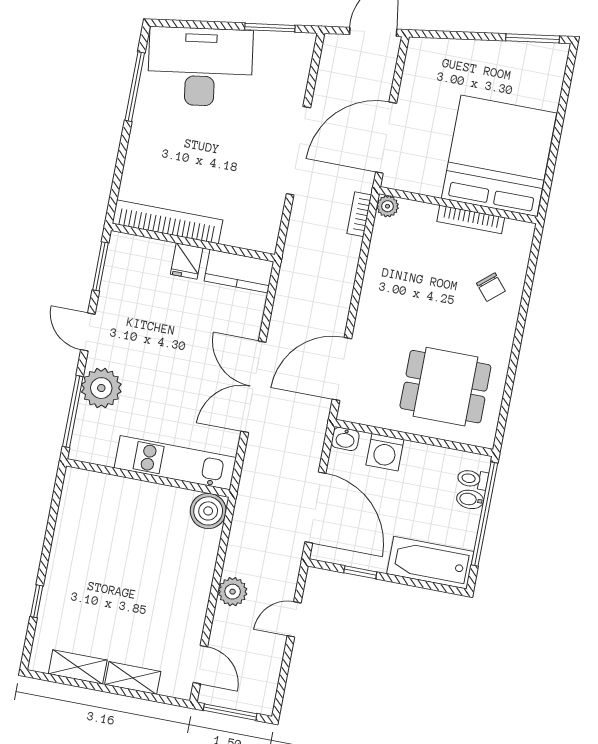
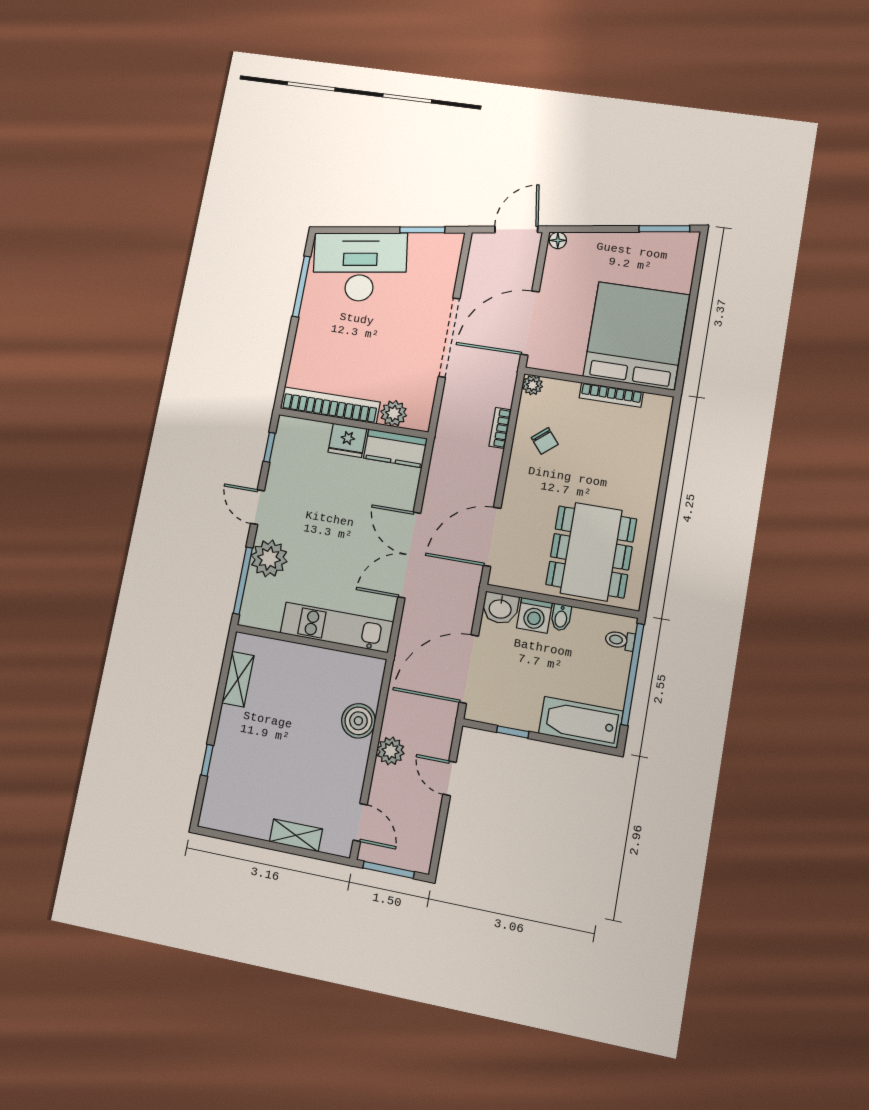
floor lamp: (418, 46) -> (558, 240), added
bookcase: (359, 214) -> (500, 428), moved
plant: (237, 233) -> (394, 413), added
fridge: (187, 261) -> (347, 440), width x1.38
window: (100, 266) -> (269, 447), width x0.67
chair: (491, 287) -> (545, 441), moved
dining table: (445, 387) -> (591, 552), width x1.38
washbasin: (345, 439) -> (500, 608), width x1.38, depth x1.45
bidet: (470, 499) -> (561, 617), moved, turned -90
door: (315, 508) -> (469, 669), swing flipped
boiler: (208, 511) -> (358, 721), moved
door: (294, 619) -> (450, 778), hinge flipped
shelving: (78, 667) -> (238, 679), moved, turned 90

